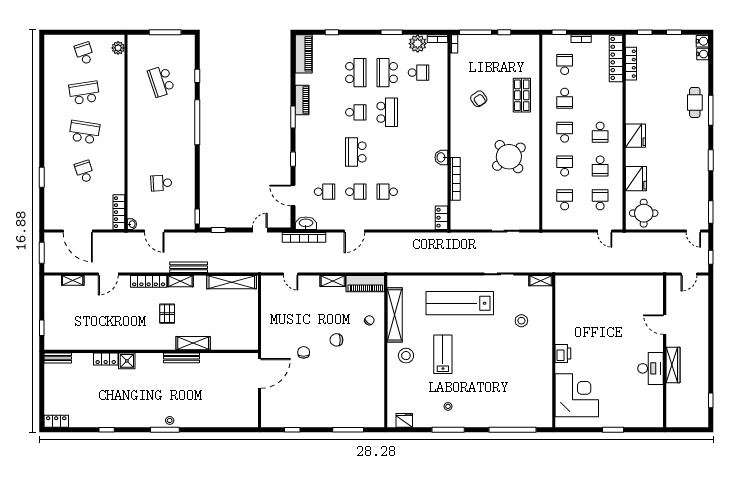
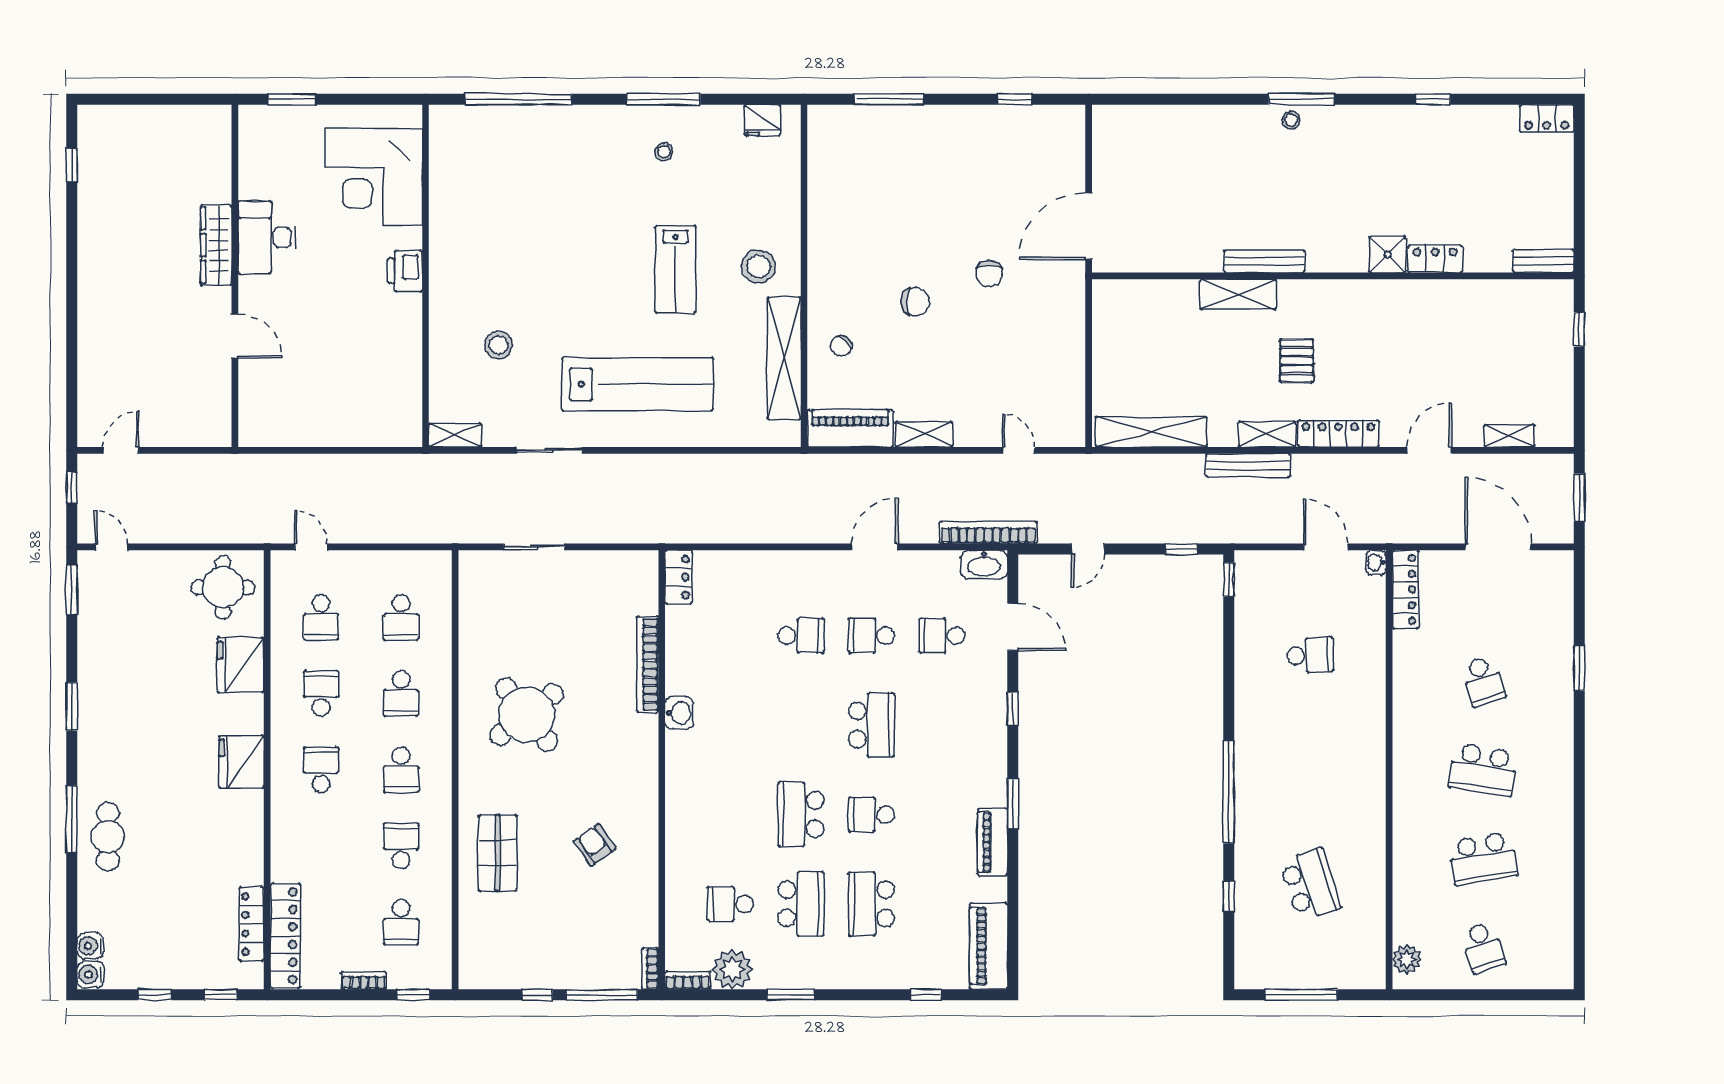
door: (665, 325) -> (235, 336), moved
wall: (665, 351) -> (235, 276), moved
wardrobe: (673, 365) -> (216, 245), moved
desk: (650, 368) -> (267, 237), moved

